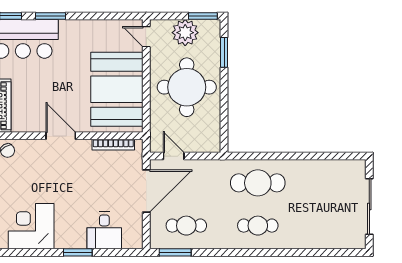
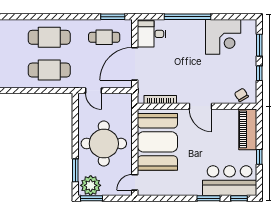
plant: (185, 33) -> (91, 185), moved
door: (146, 37) -> (135, 182), swing flipped
door: (174, 156) -> (93, 91), moved
cafe table: (258, 226) -> (49, 37), width x1.37, depth x1.35
desk: (104, 230) -> (152, 34), moved, turned -90
window: (78, 252) -> (187, 17), width x2.11

